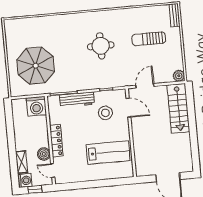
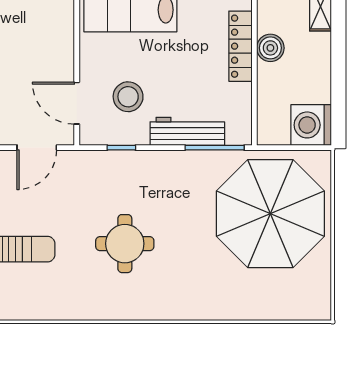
parasol: (36, 66) -> (270, 214), width x1.36, depth x1.36
washing machine: (36, 106) -> (311, 125), moved, turned -90
boiler: (44, 154) -> (270, 48), moved

